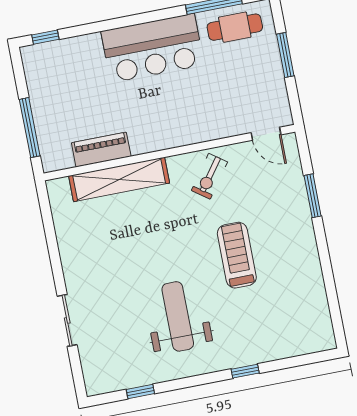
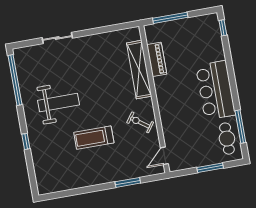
treadmill: (237, 255) -> (94, 138), turned 180
window: (140, 392) -> (15, 80), width x3.17

